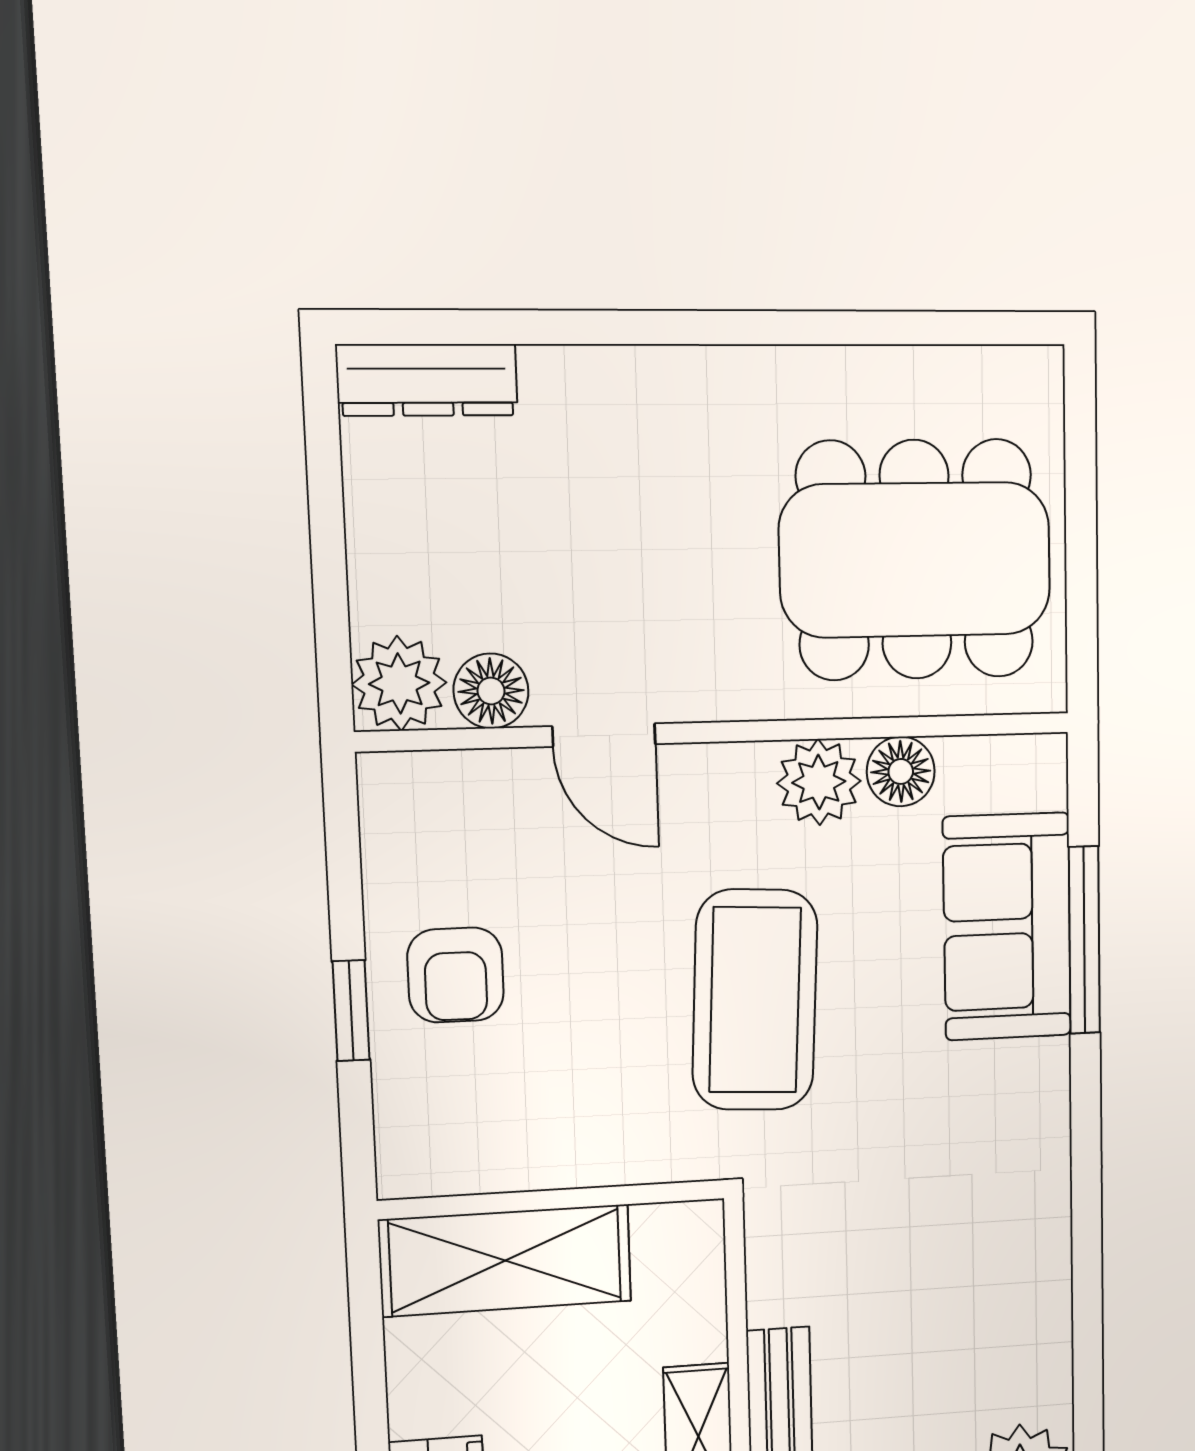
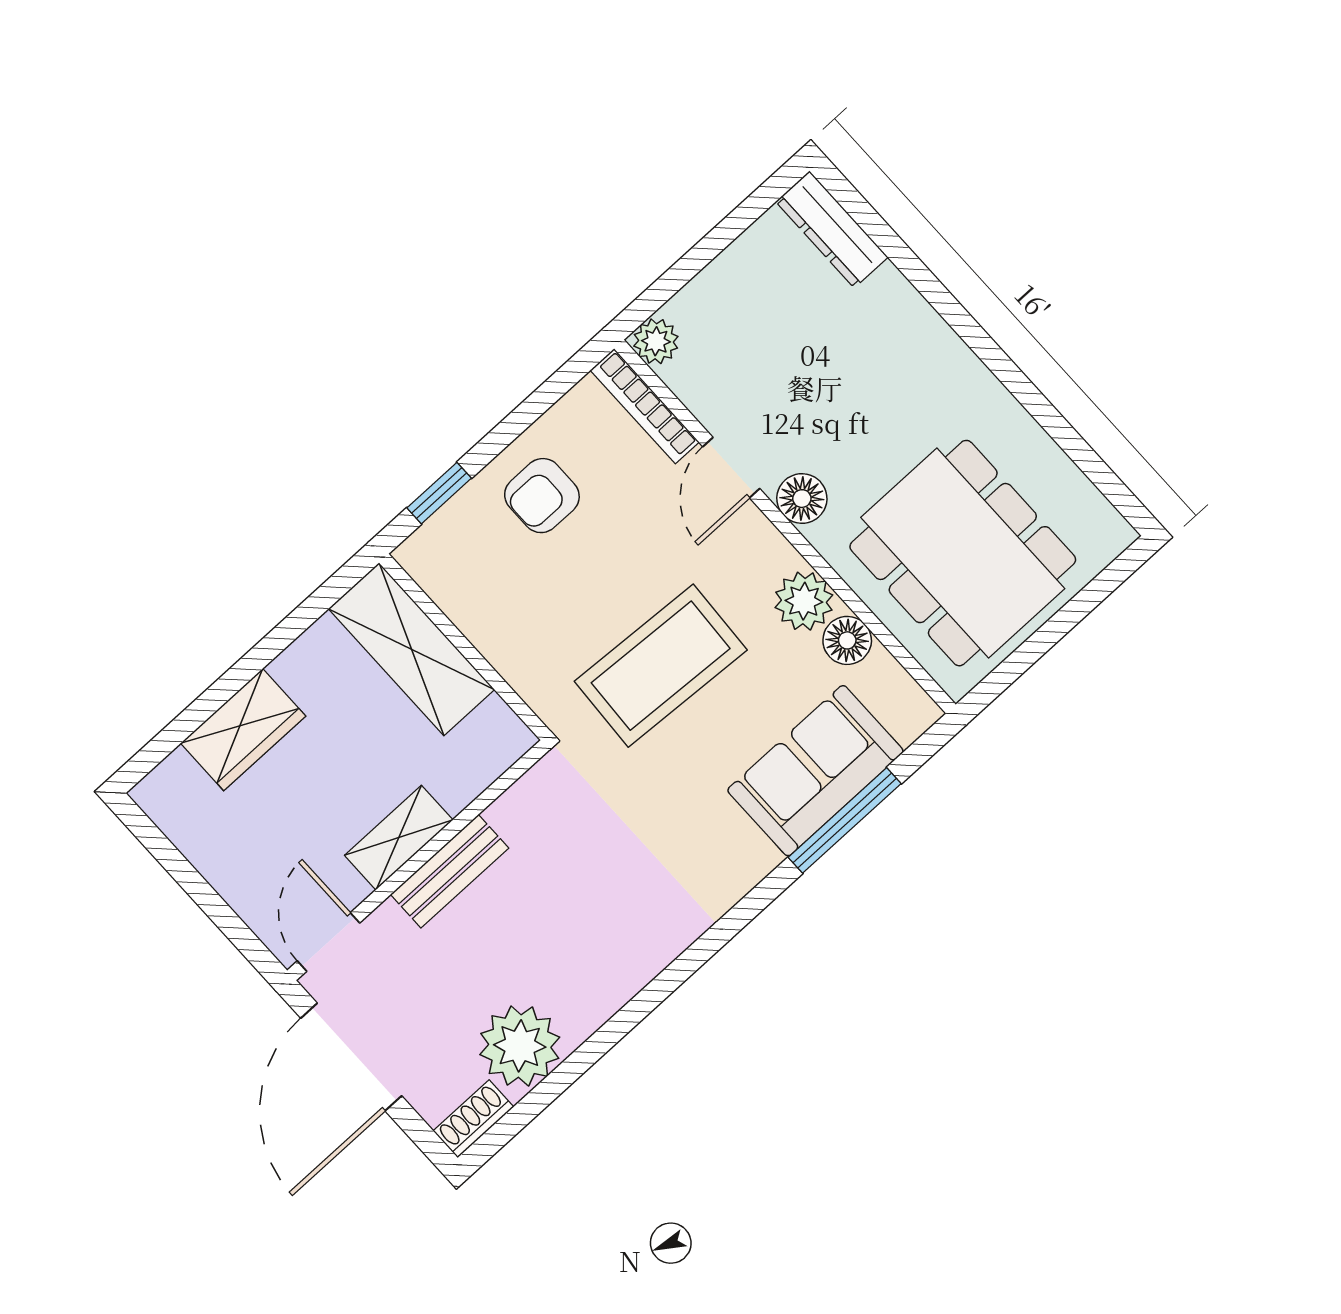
plant: (399, 683) -> (656, 341), width x0.73, depth x0.73
floor lamp: (491, 691) -> (802, 499), moved
bookcase: (451, 773) -> (645, 406), added
window: (351, 1011) -> (439, 493), moved

